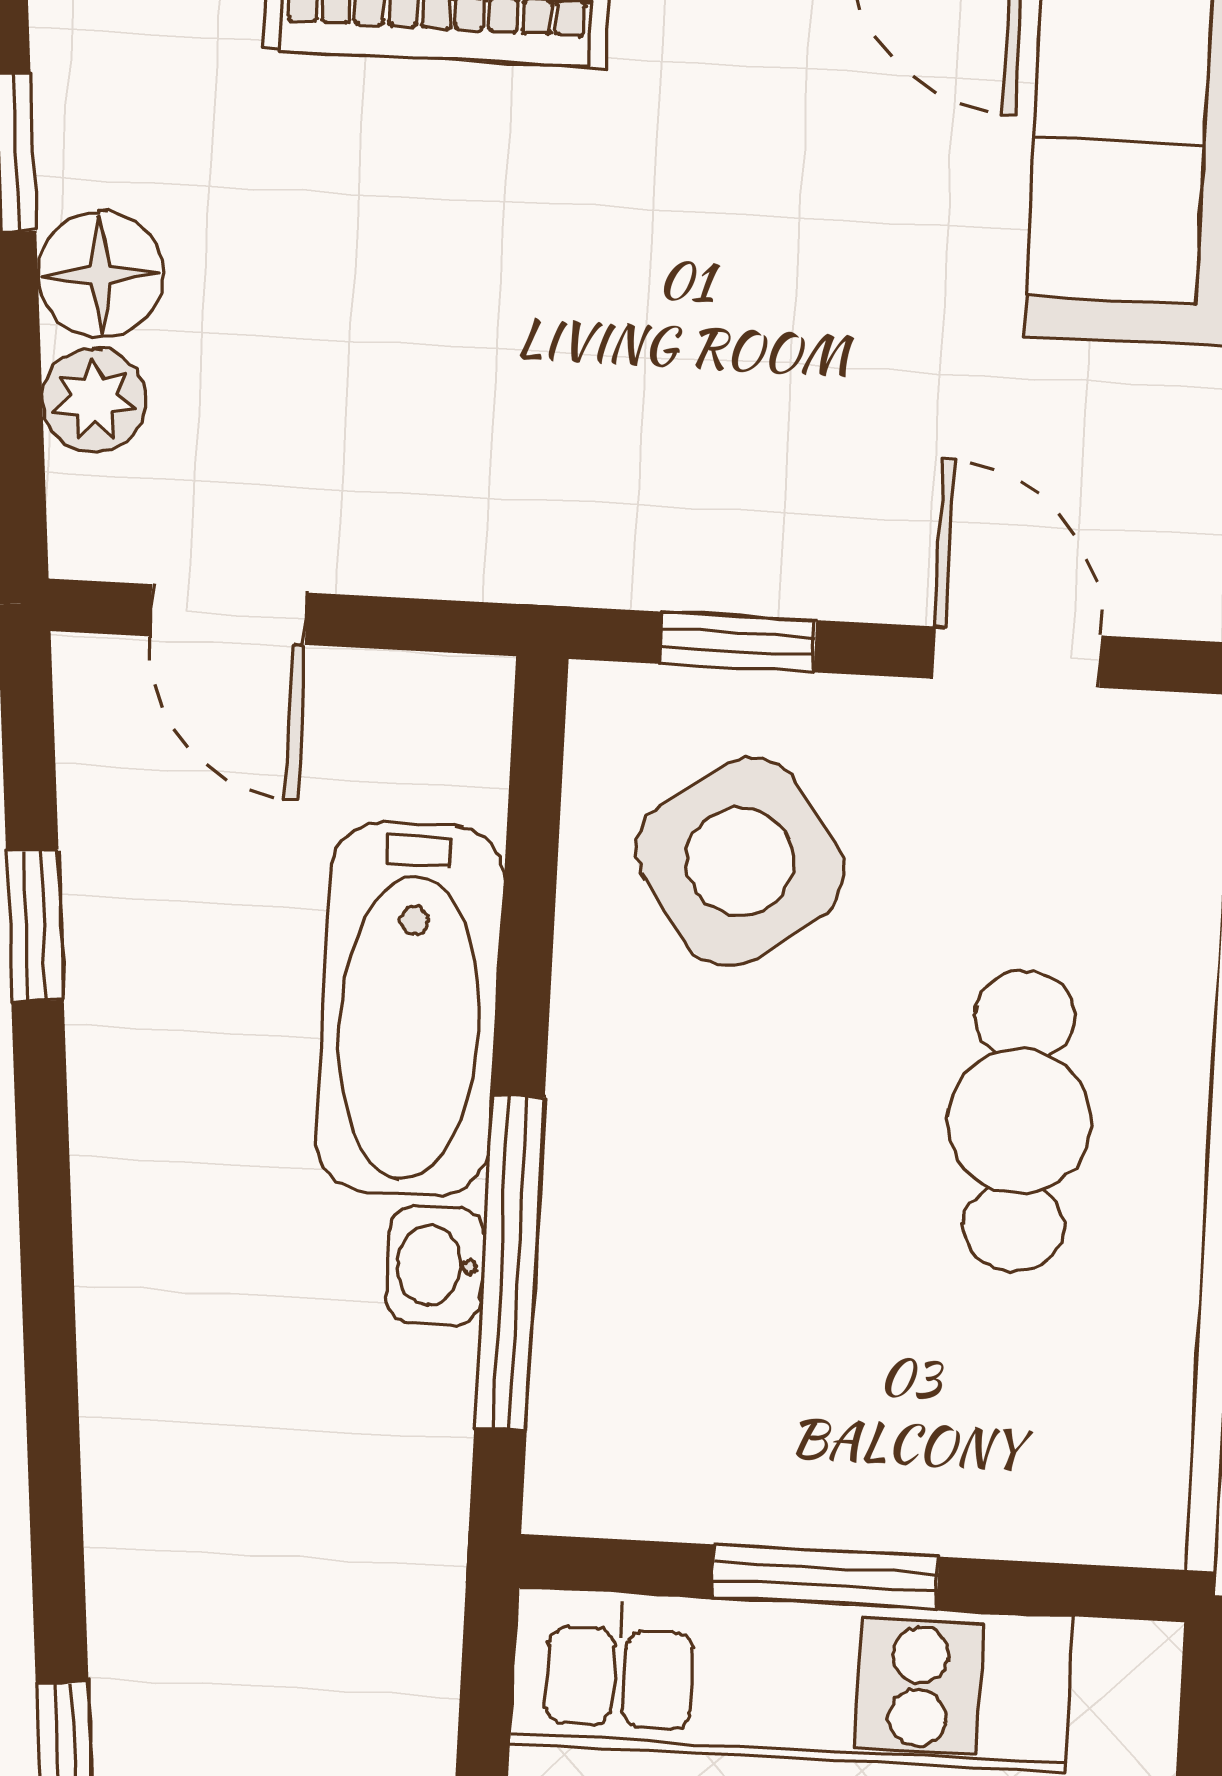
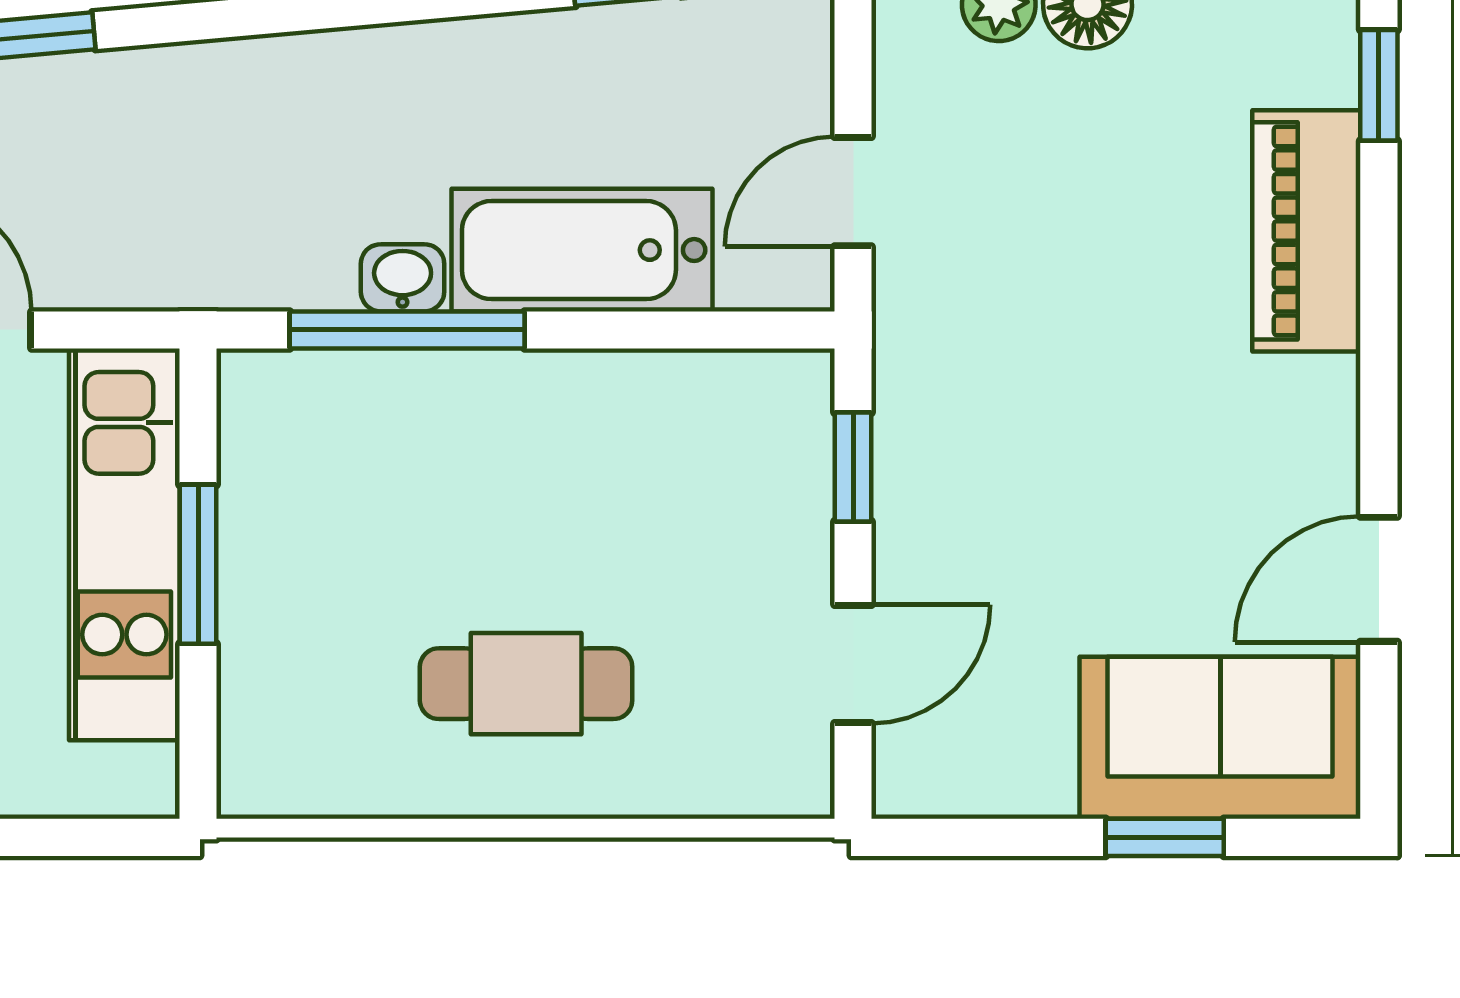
door: (228, 614) -> (853, 192), moved
side table: (740, 862) -> (698, 477), removed

